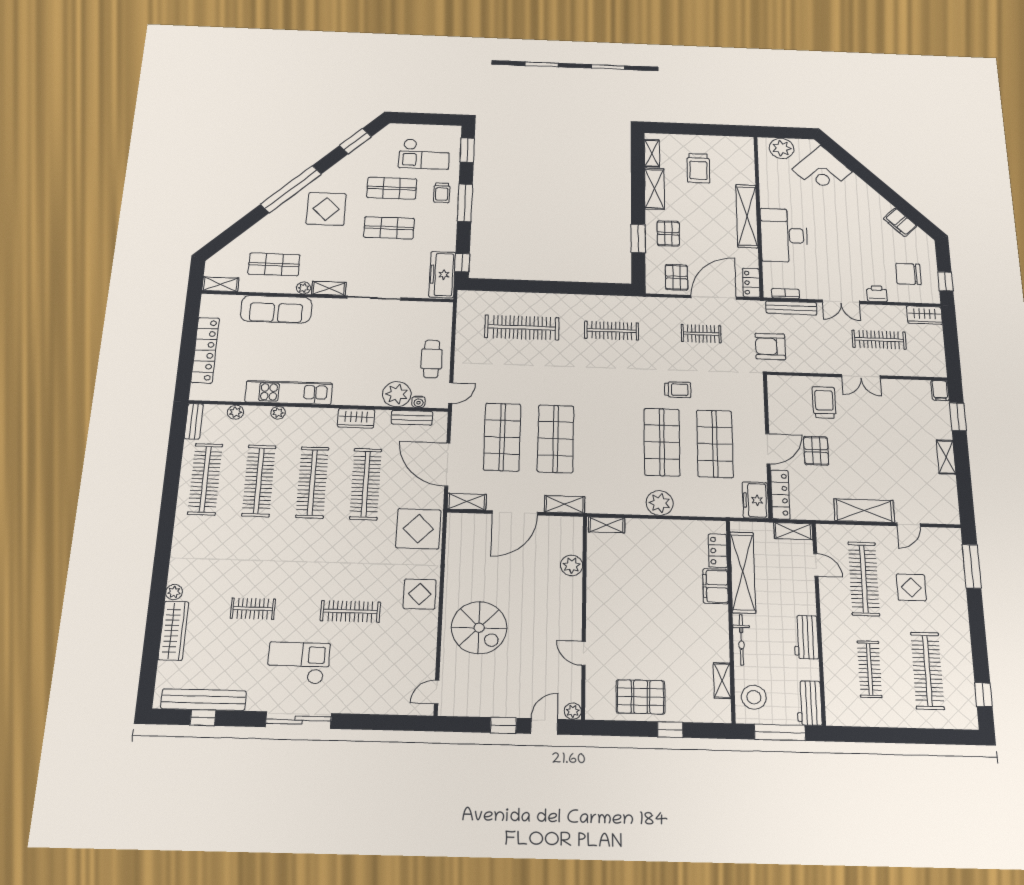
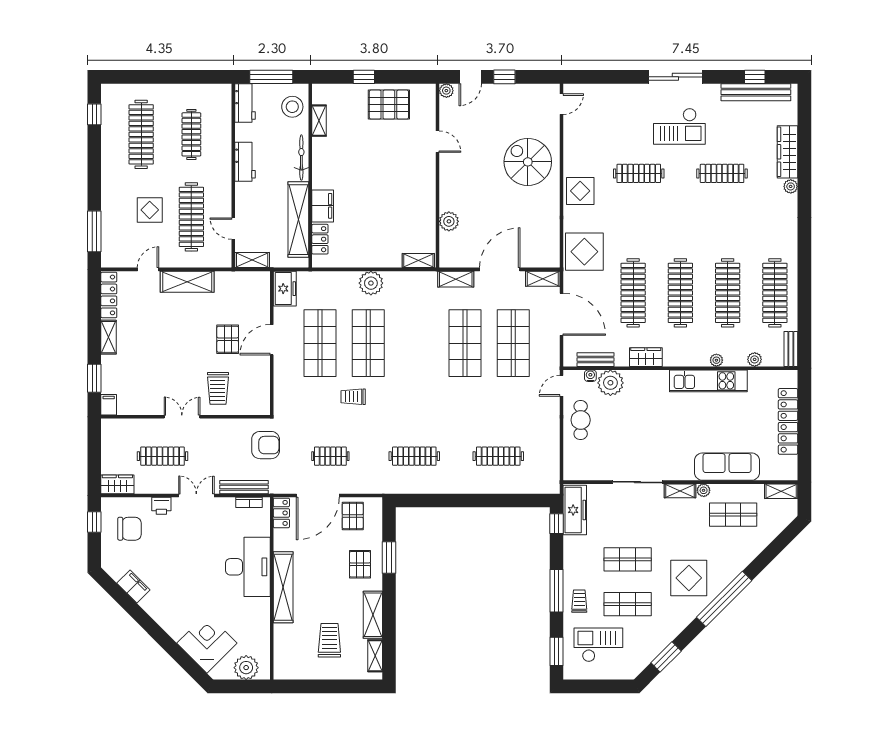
clothes rail: (522, 328) -> (498, 456), width x0.73, depth x0.76
locker: (780, 494) -> (109, 295), moved, turned 180
clothes rail: (253, 609) -> (722, 173), width x1.36

